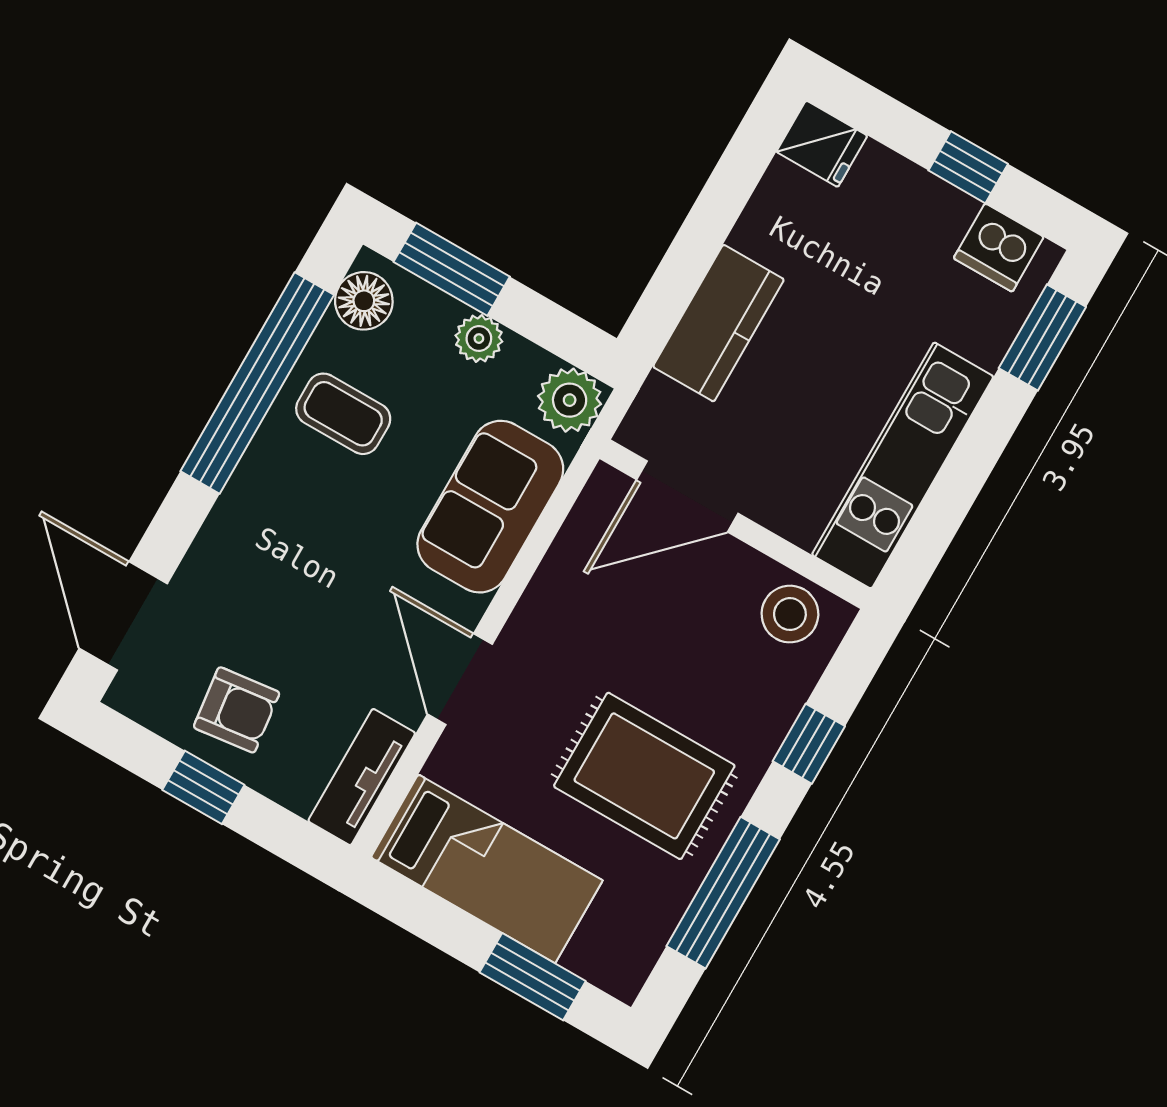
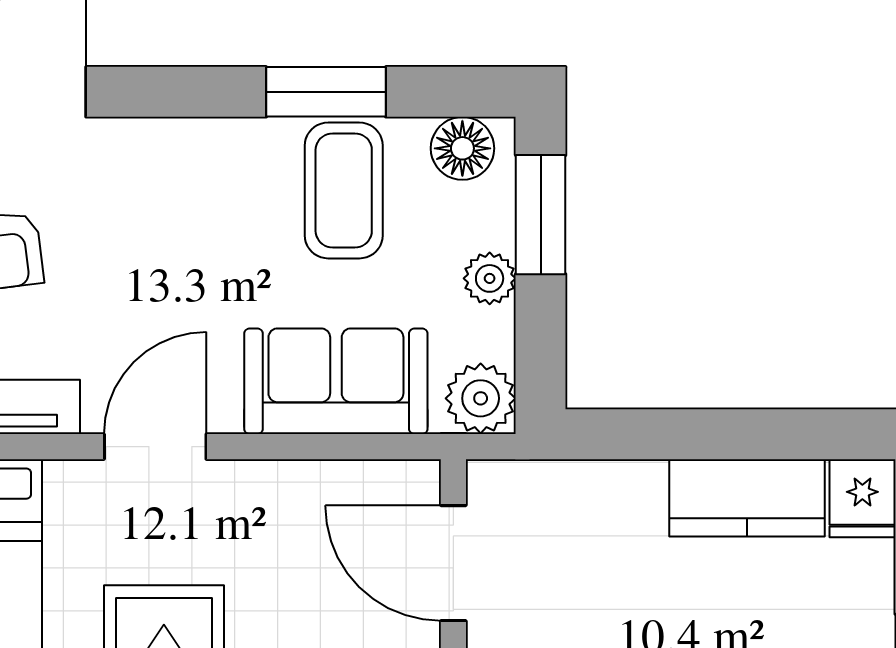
kitchen counter: (718, 323) -> (747, 498), moved
window: (257, 383) -> (326, 92), width x0.47
coffee table: (343, 414) -> (344, 190), width x1.36, depth x1.30

